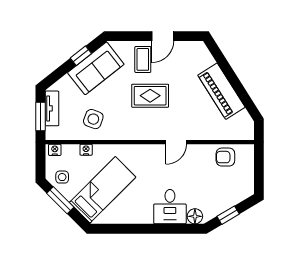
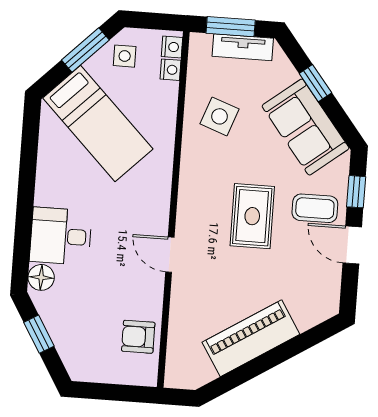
window: (131, 36) -> (356, 192), added
window: (81, 56) -> (315, 83), moved
nightstand: (86, 150) -> (171, 70), moved
armchair: (225, 157) -> (138, 337), turned -90

